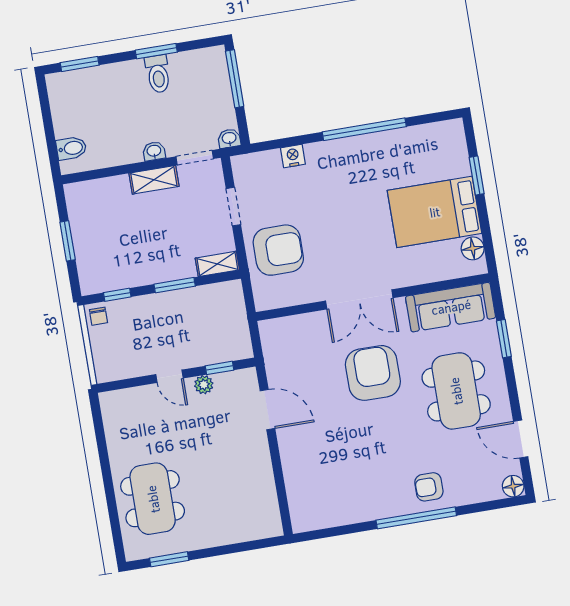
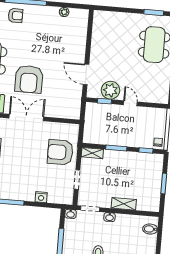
shelving: (154, 180) -> (124, 204), moved
plant: (204, 385) -> (110, 90), width x1.87, depth x1.87
plant: (339, 517) -> (64, 12), added

